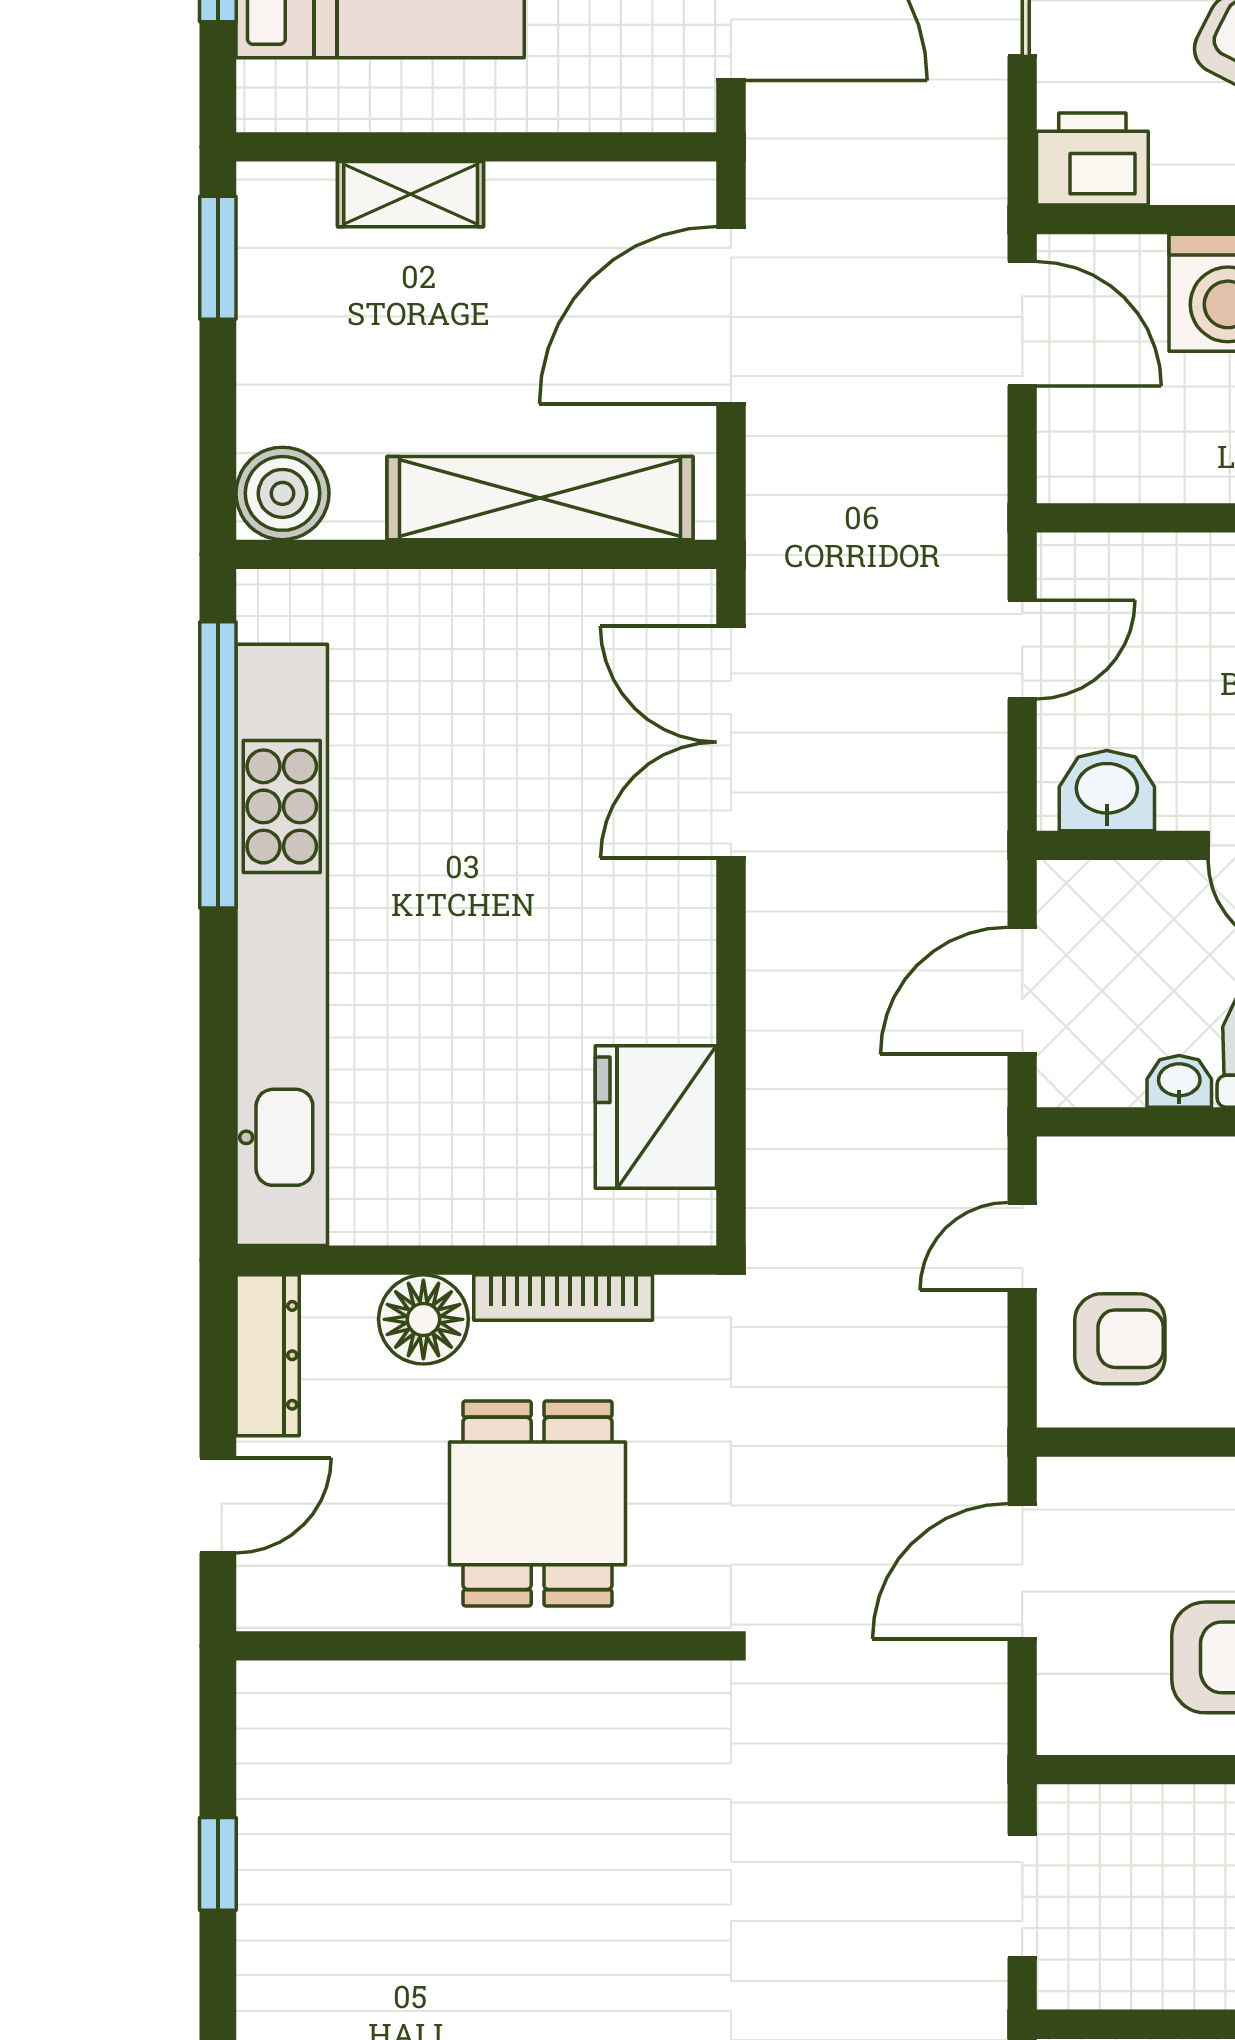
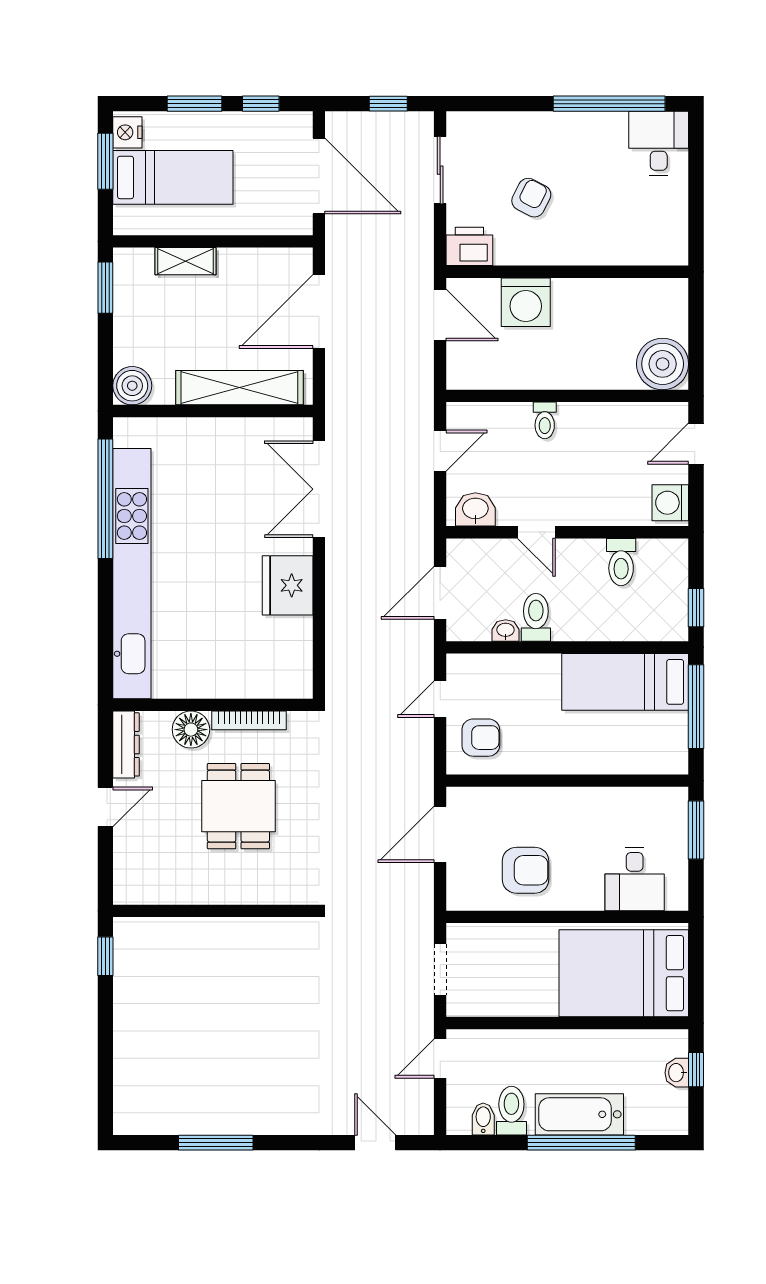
fridge: (656, 1117) -> (288, 585), moved
wall: (476, 1646) -> (213, 911), moved

